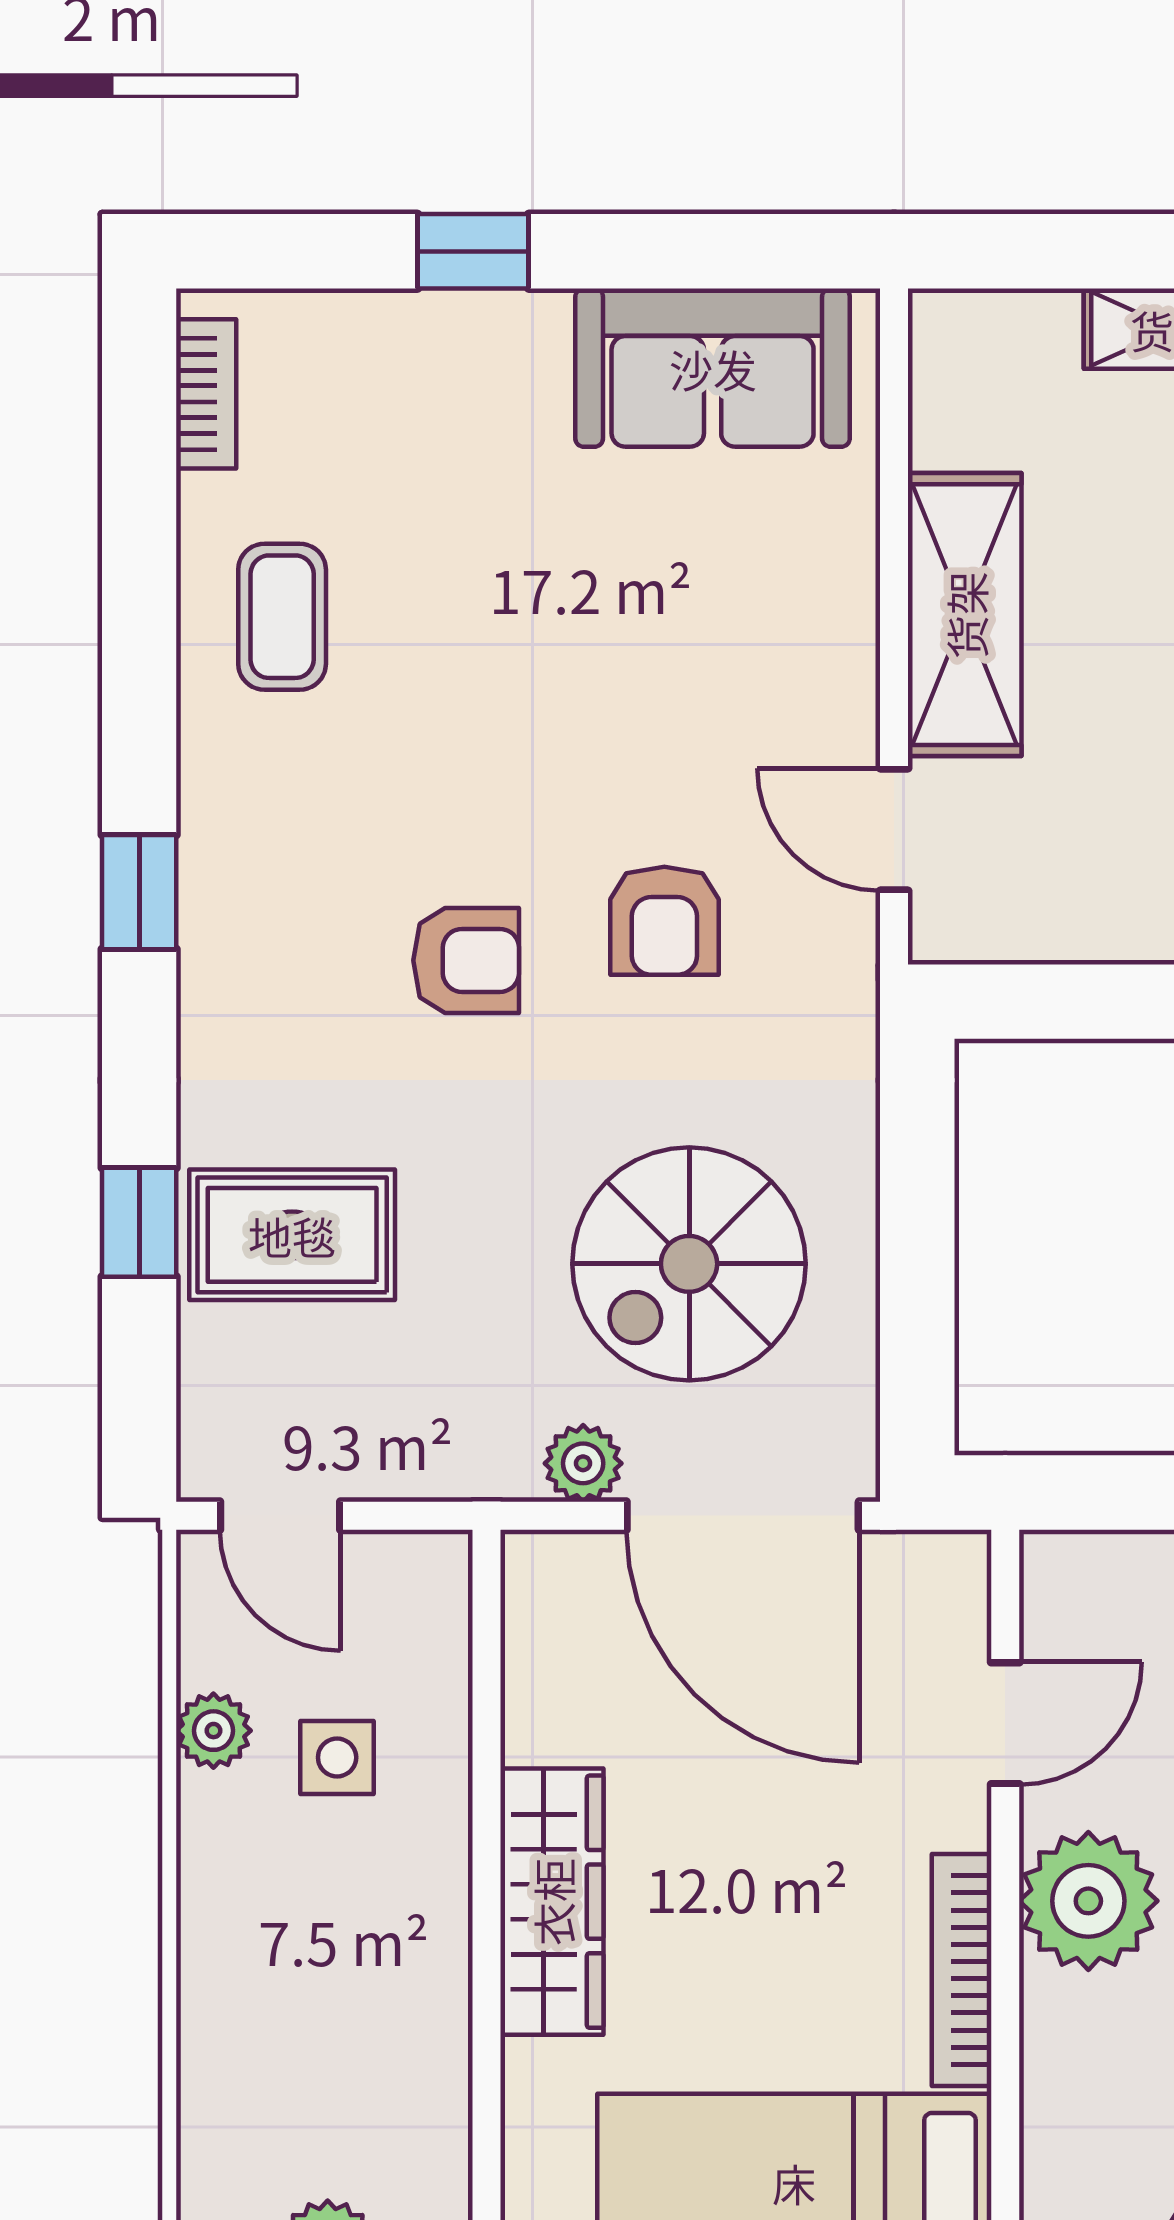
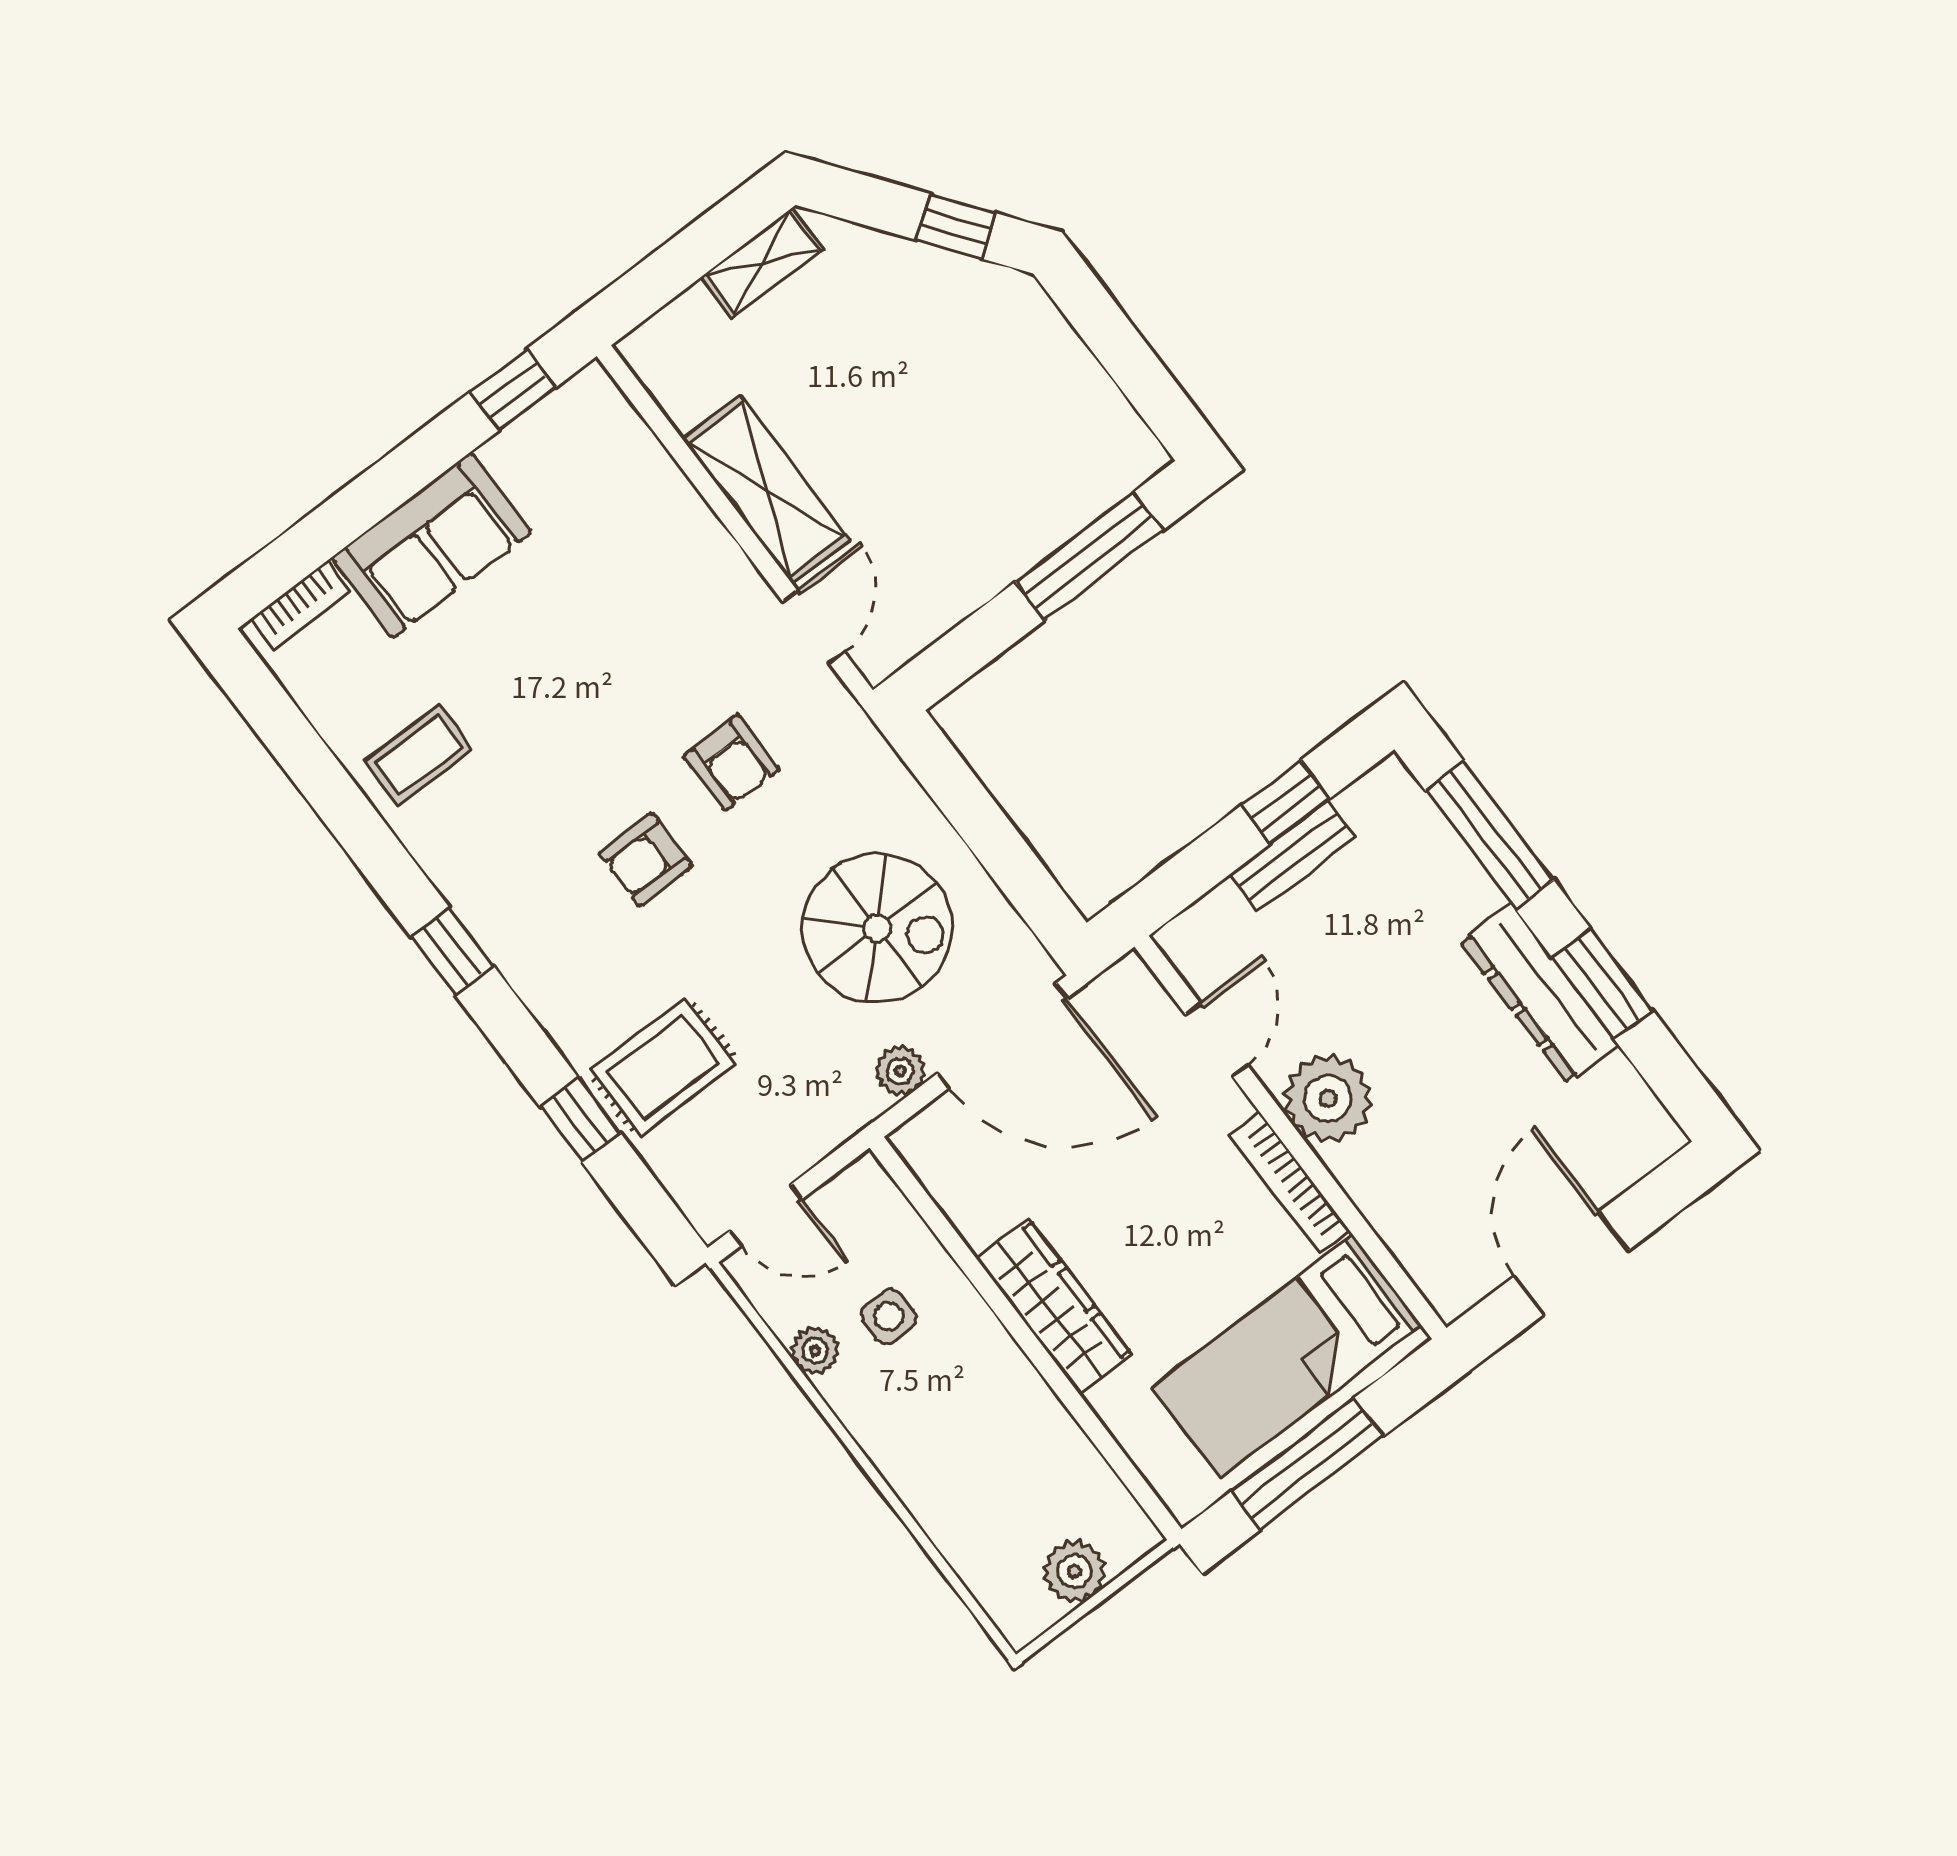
window: (473, 251) -> (513, 390), moved
sofa: (713, 368) -> (431, 545), moved
bookcase: (206, 394) -> (300, 605), moved, turned 90
coffee table: (282, 617) -> (419, 755), turned 90
door: (894, 830) -> (813, 627), swing flipped
armchair: (466, 960) -> (646, 859), turned 180
spiral stairs: (689, 1264) -> (877, 928), turned -90

